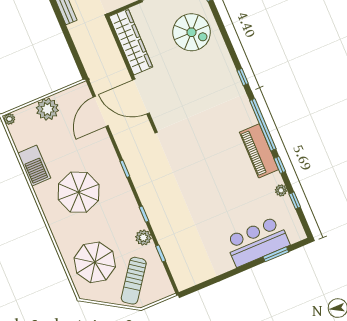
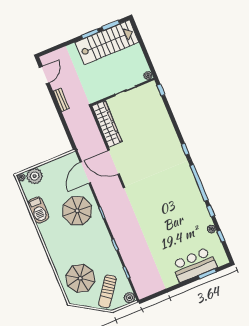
spiral stairs: (192, 32) -> (150, 117), removed
plant: (47, 109) -> (35, 176), moved
piano: (259, 151) -> (196, 201), removed
parasol: (79, 192) -> (77, 211), moved
plant: (143, 238) -> (130, 298), moved

